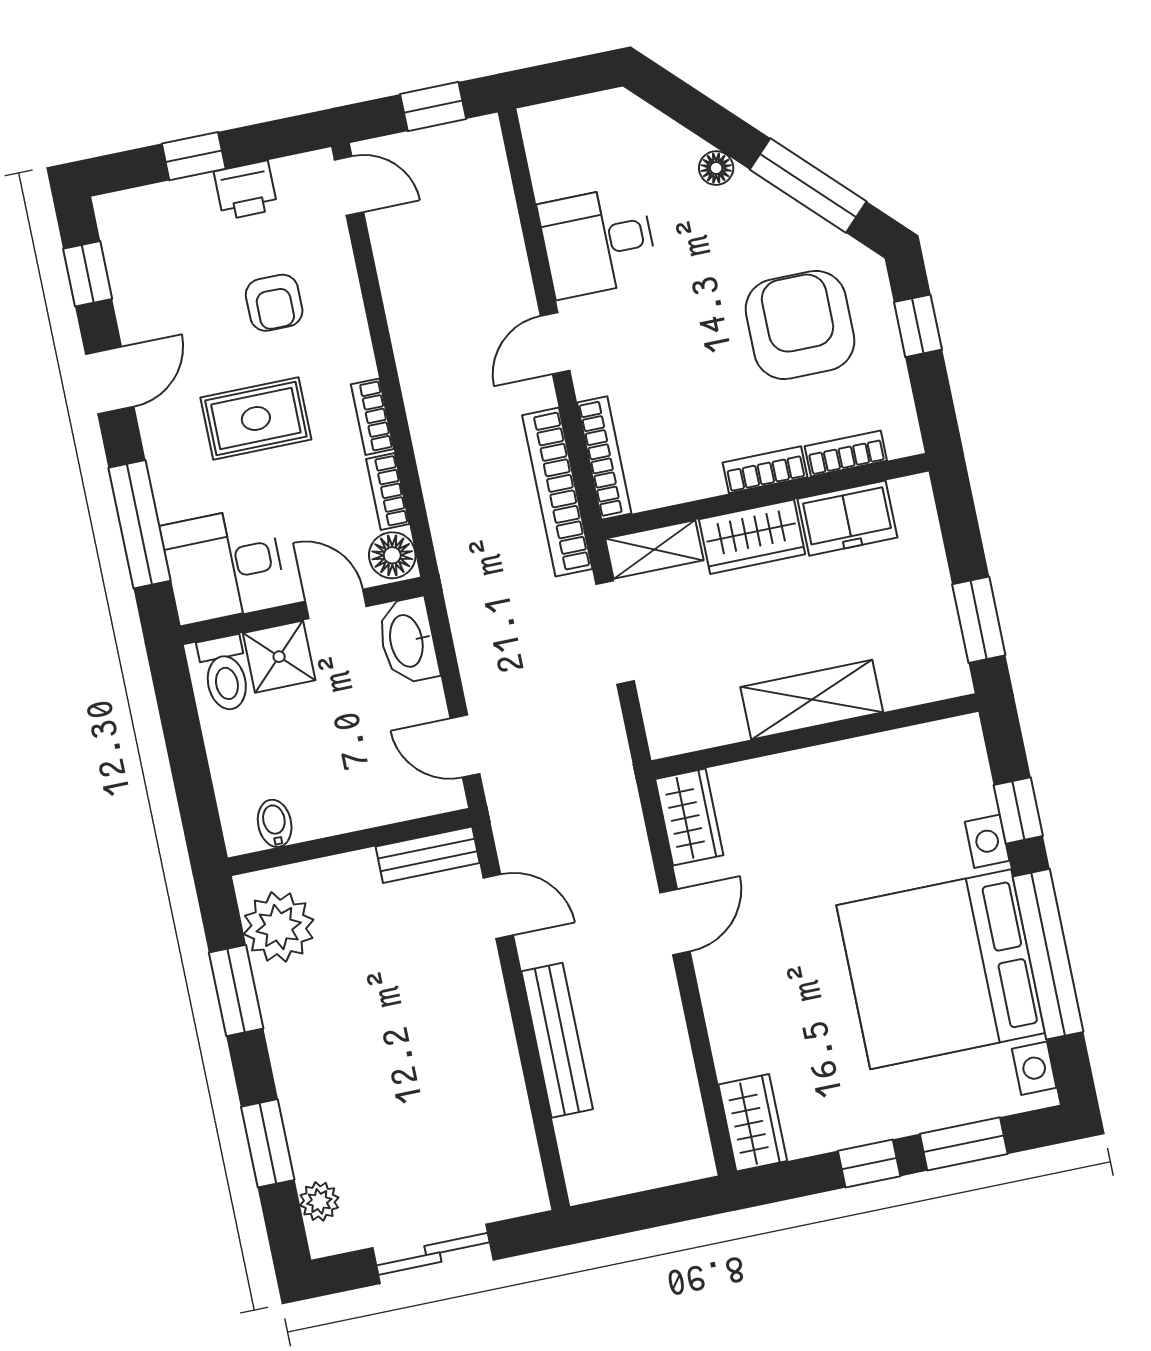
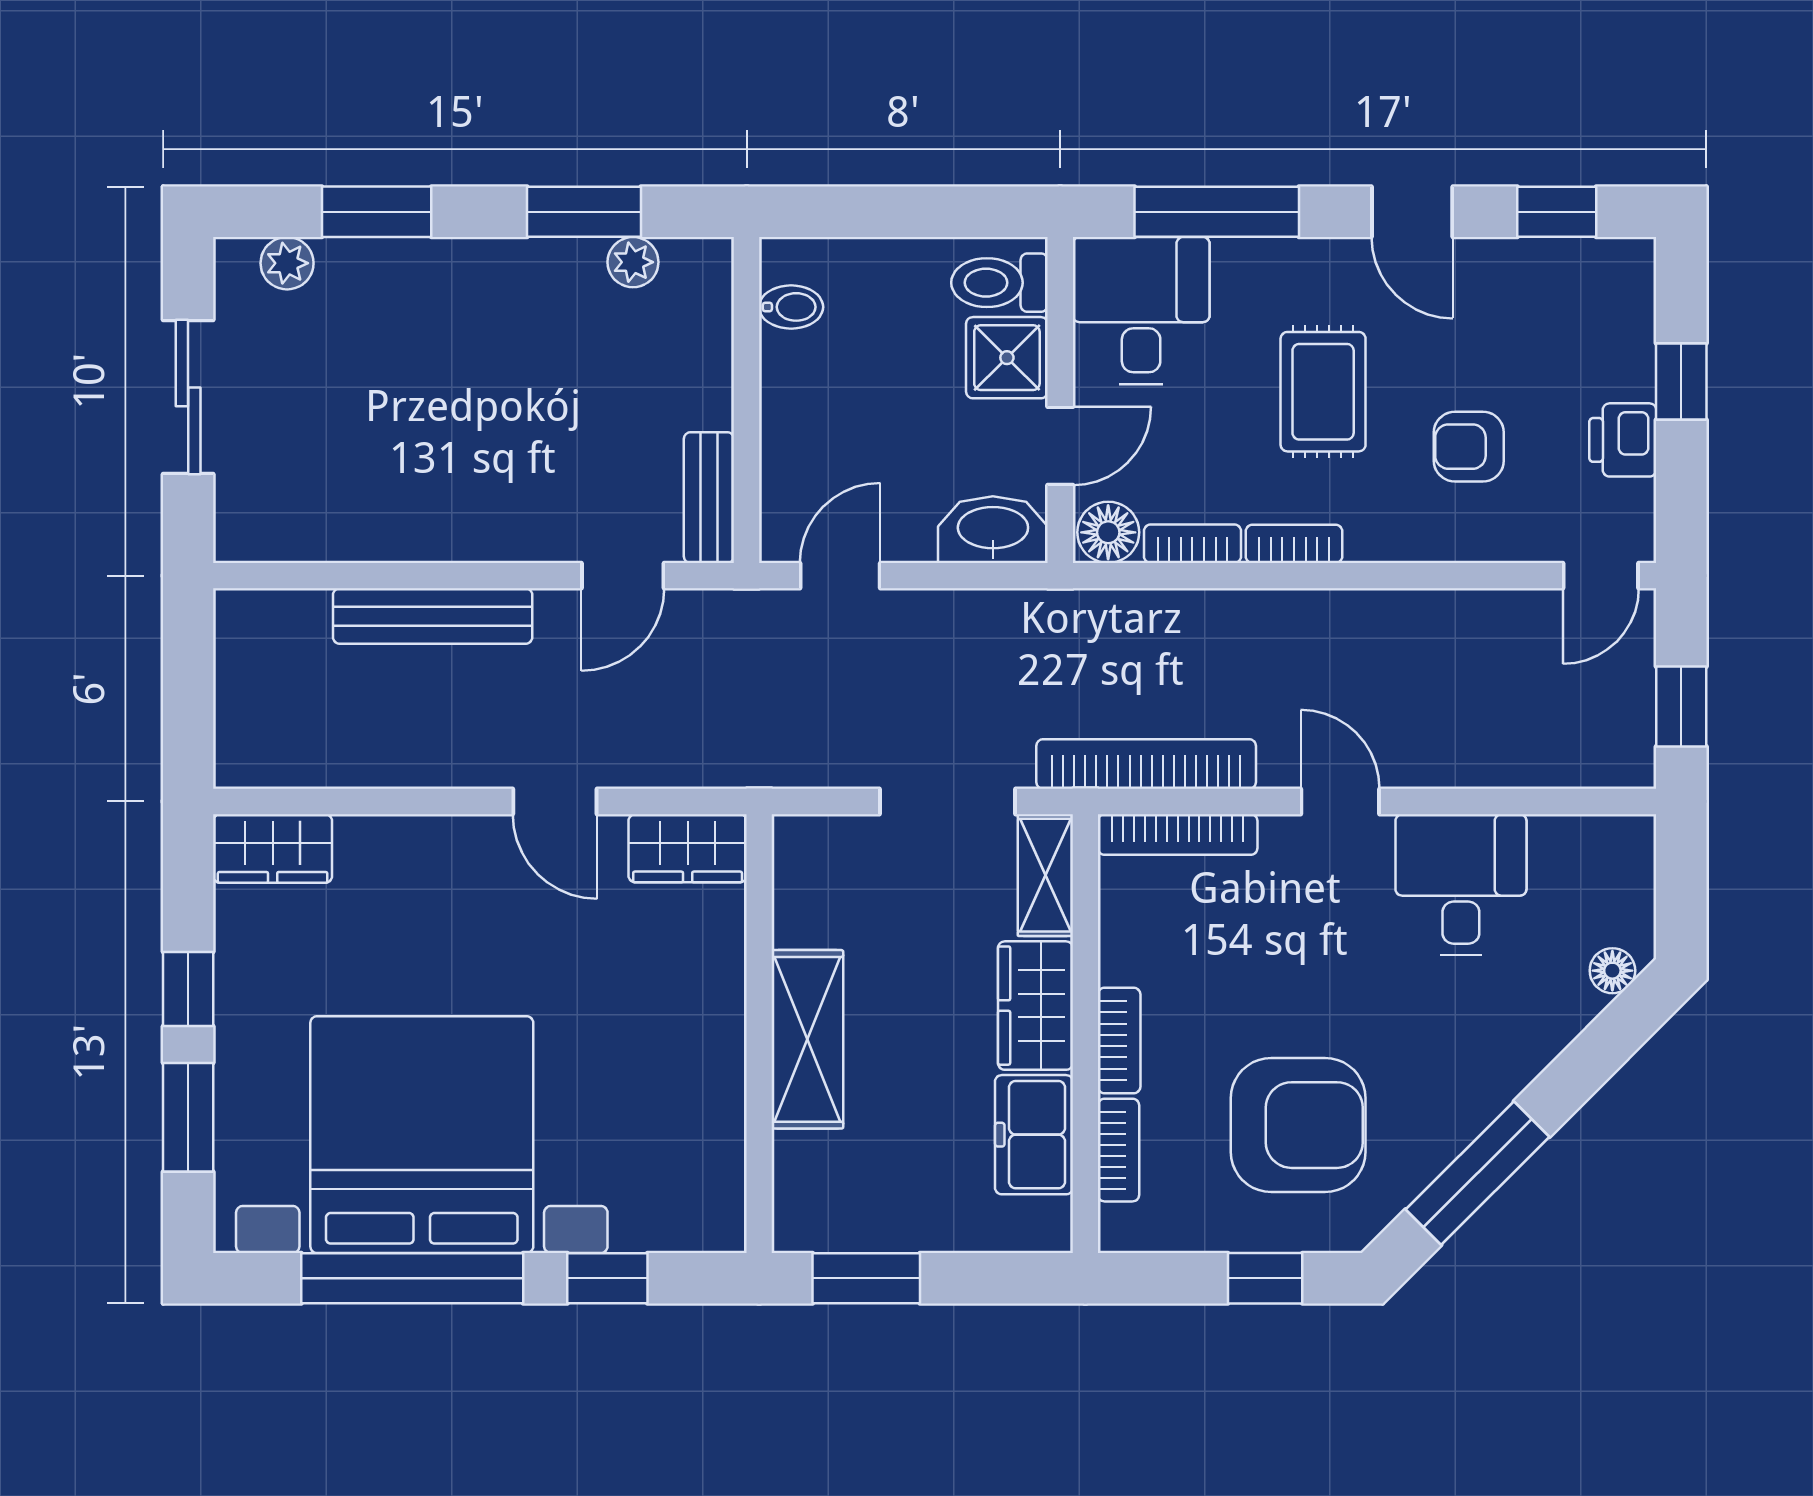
floor lamp: (716, 168) -> (1612, 971), moved
plant: (279, 927) -> (633, 262), width x0.53, depth x0.53

